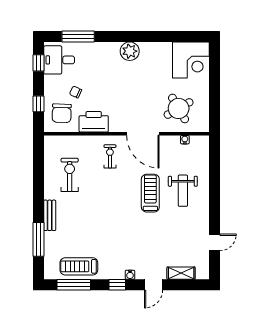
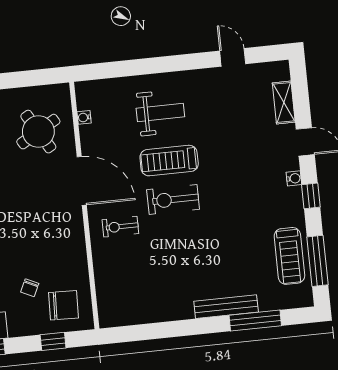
printer: (94, 122) -> (71, 256), removed
door: (143, 134) -> (82, 181), hinge flipped
exercise bike: (70, 175) -> (173, 199), moved
bench: (50, 215) -> (226, 307), width x1.36

